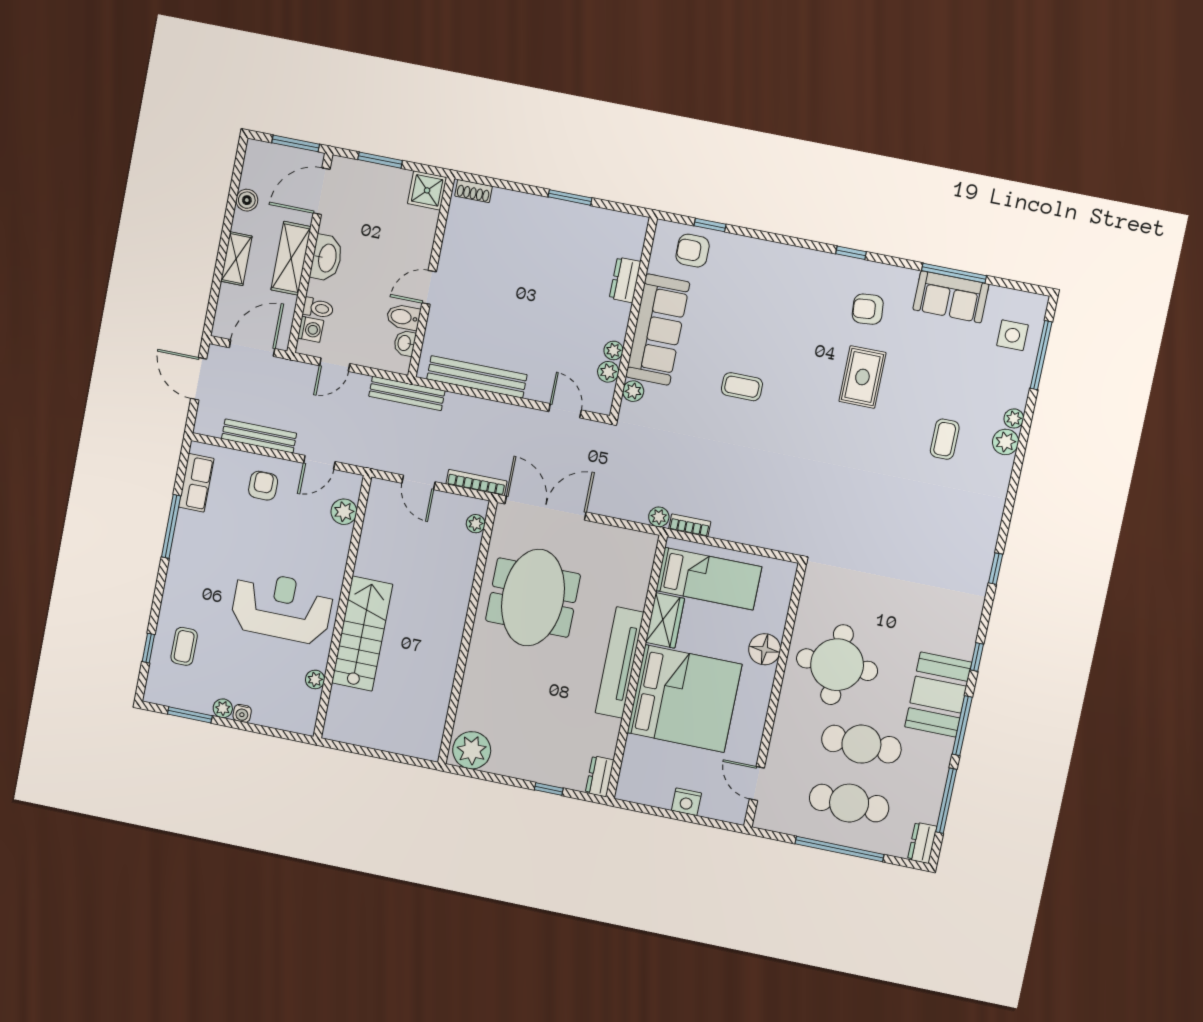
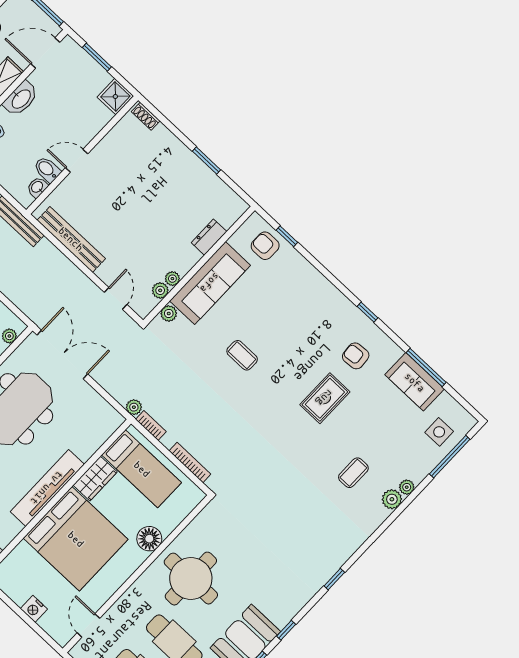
bookcase: (476, 483) -> (190, 463), moved

